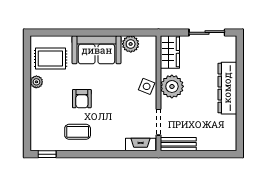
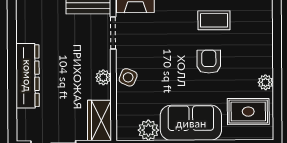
plant: (172, 86) -> (103, 77), width x0.53, depth x0.53

